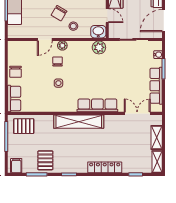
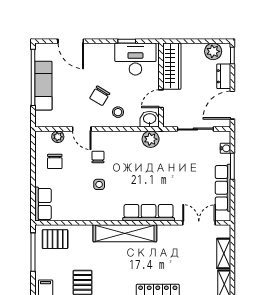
door: (107, 16) -> (161, 99), swing flipped
door: (45, 39) -> (82, 129), hinge flipped
plant: (62, 46) -> (58, 137), moved
chair: (15, 72) -> (55, 161), moved

